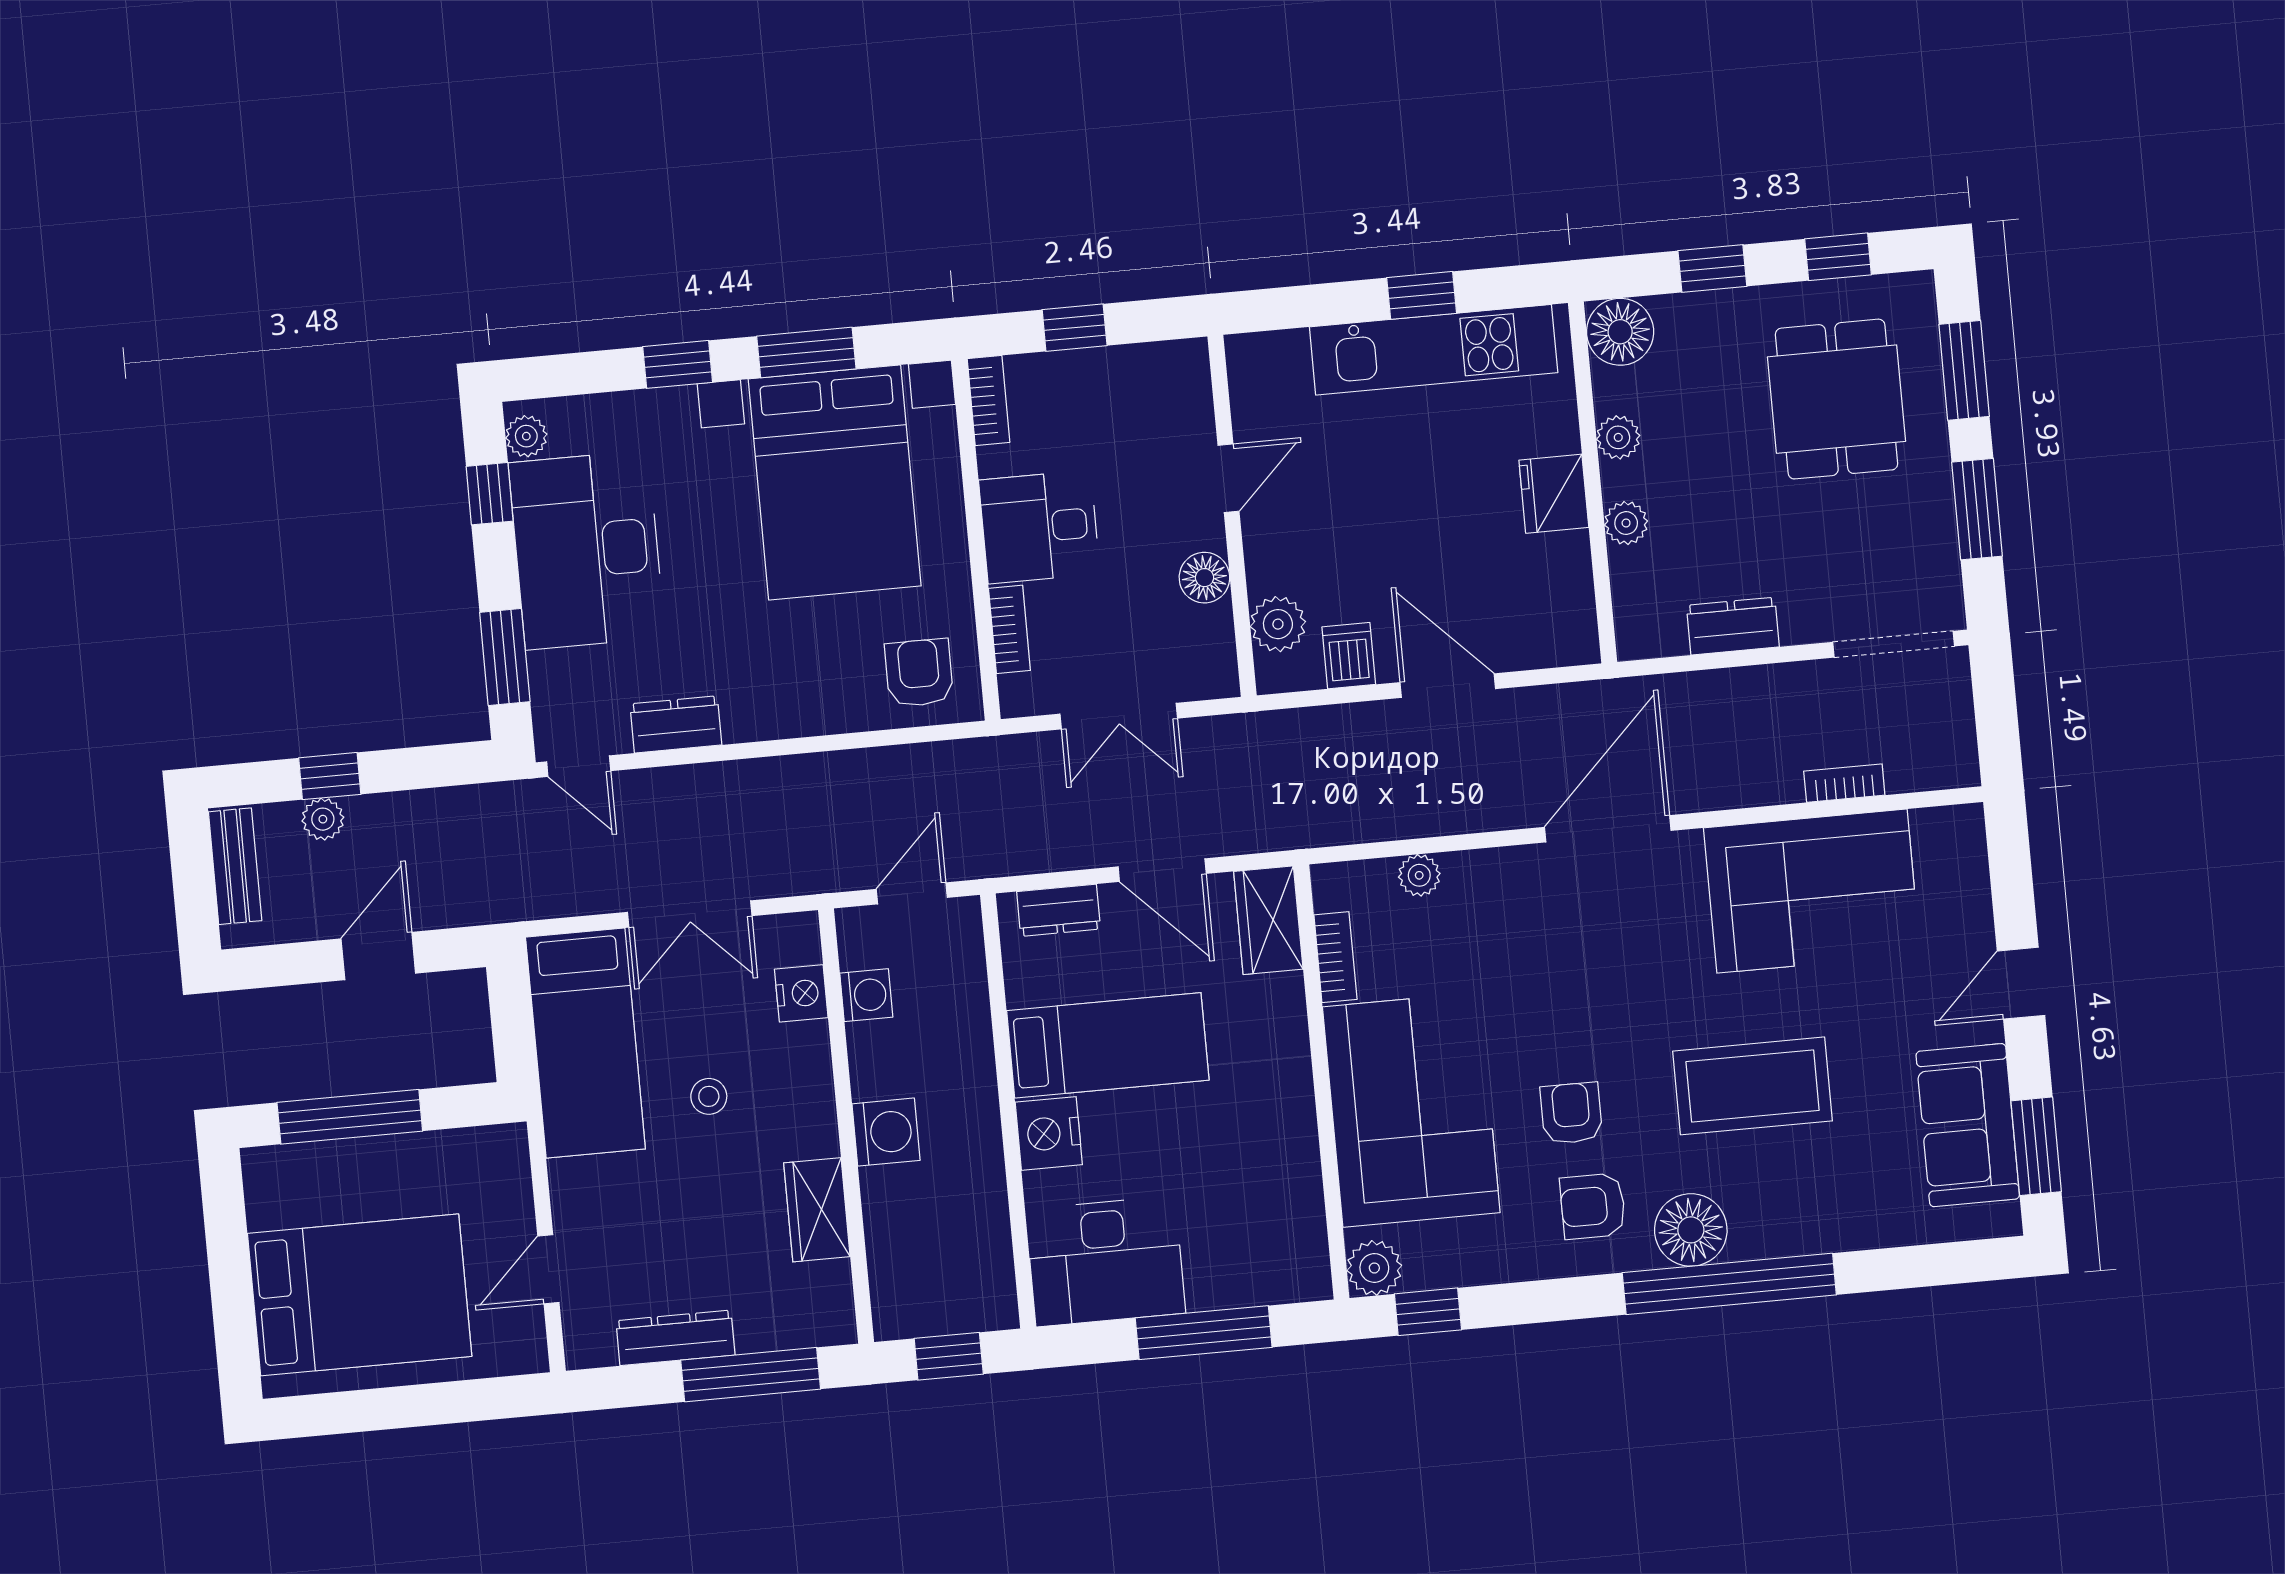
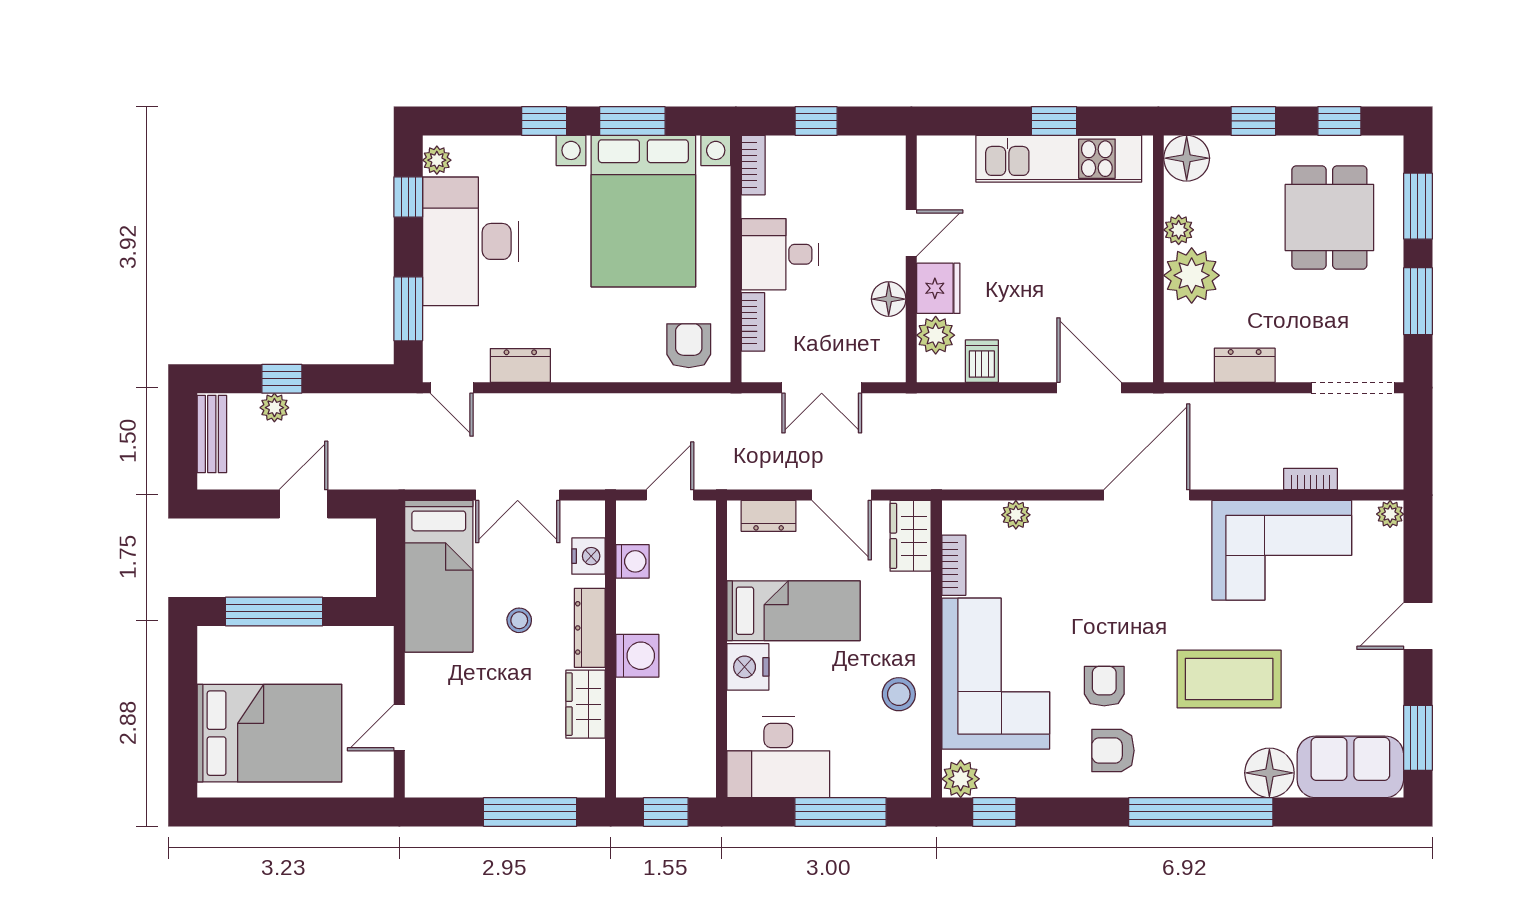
fridge: (1554, 494) -> (938, 288), moved, turned 180
plant: (1626, 523) -> (1192, 275), width x1.88, depth x1.88
door: (1448, 686) -> (1089, 388), moved
plant: (1965, 824) -> (1390, 514), added
sofa: (1968, 1125) -> (1350, 767), moved, turned 90
stool: (1273, 1153) -> (899, 694), added
floor lamp: (1691, 1230) -> (1269, 773), moved
dresser: (675, 1338) -> (590, 628), moved, turned -90

